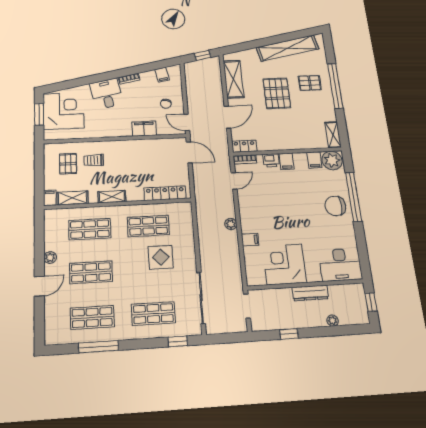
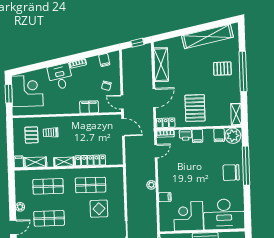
pallet: (277, 93) -> (195, 108), moved
locker: (165, 193) -> (90, 160), moved
desk: (340, 265) -> (224, 214), width x1.36, depth x1.30

